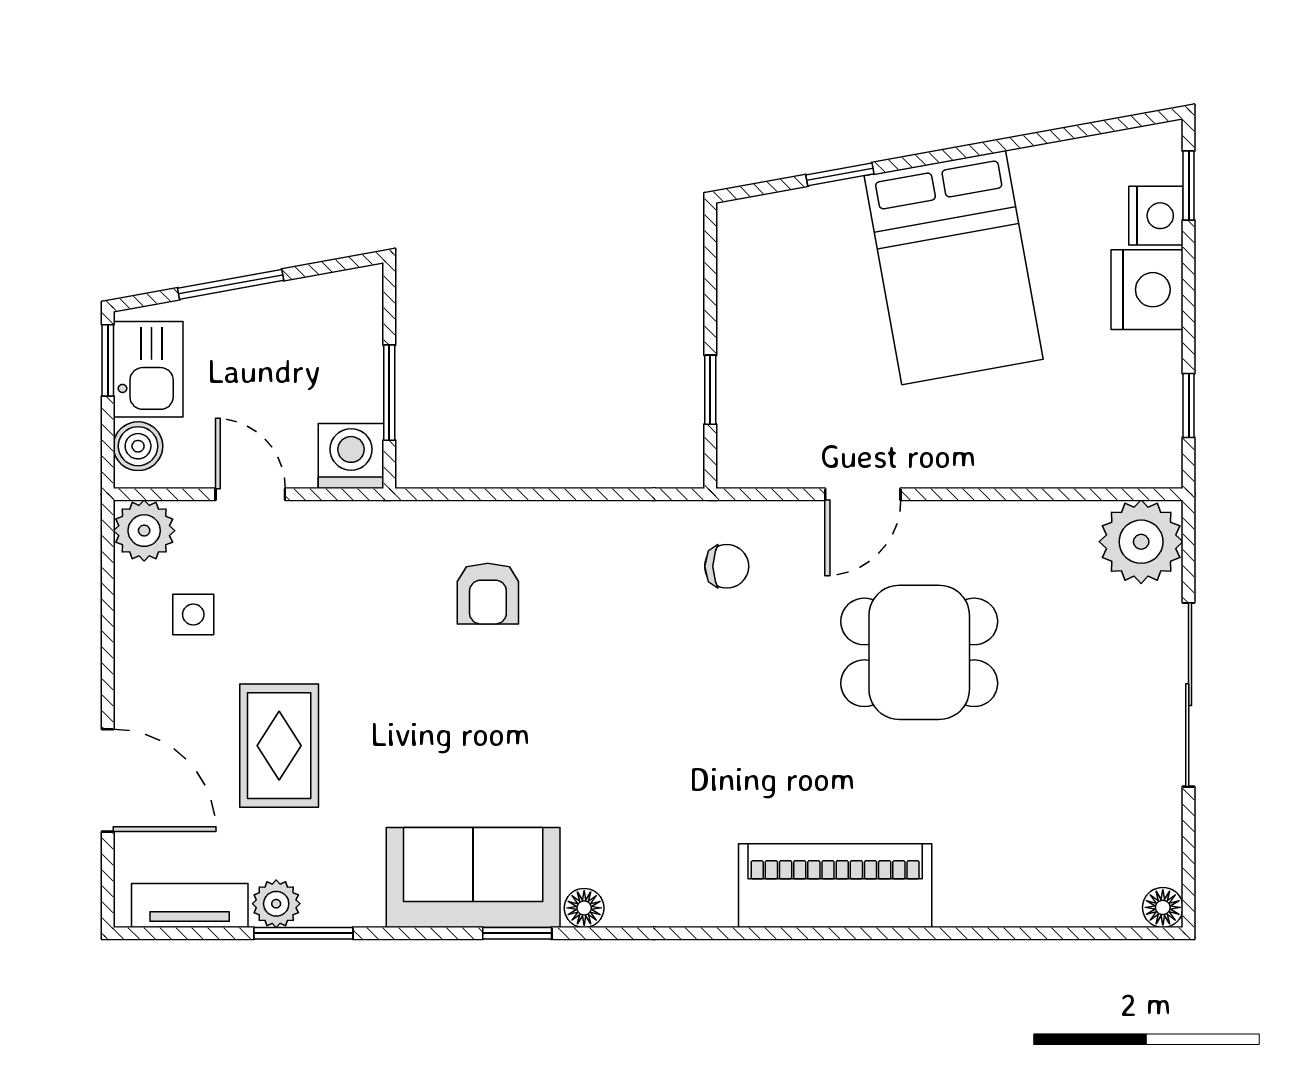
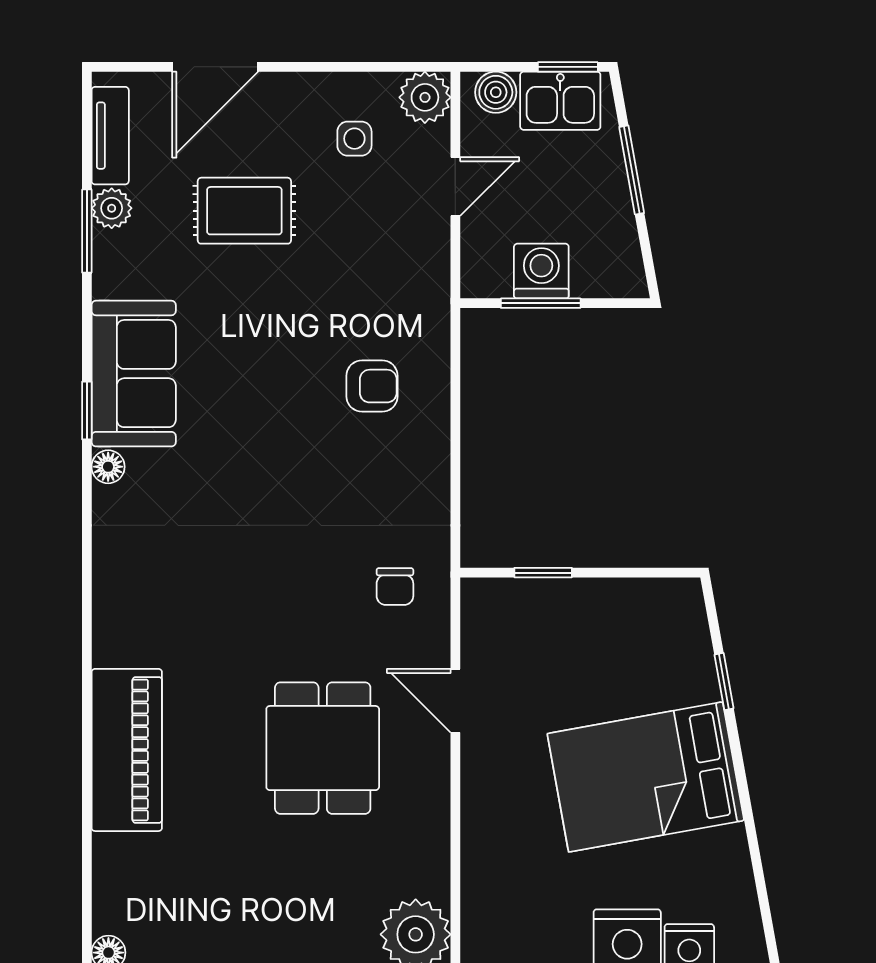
washing machine: (351, 456) -> (541, 271), moved, turned -90
armchair: (488, 594) -> (372, 386), turned 180
piano: (835, 886) -> (127, 750), moved

